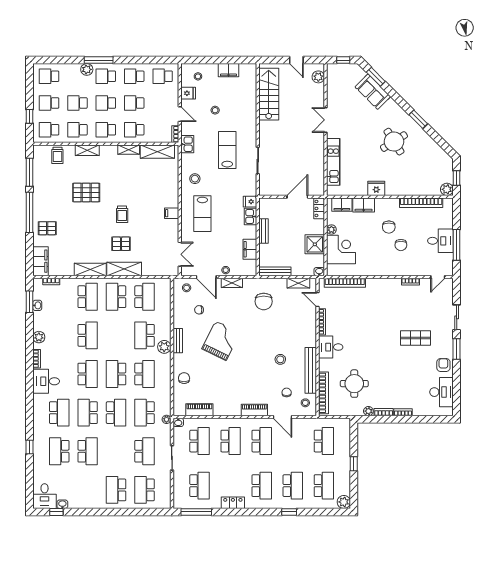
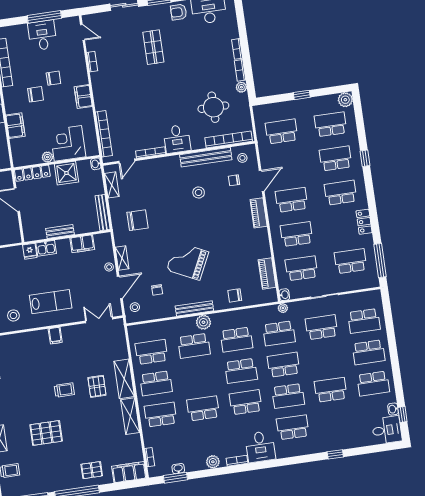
pallet: (86, 192) -> (46, 433), turned 90
filing cabinet: (342, 205) -> (83, 97), moved, turned 180
locker: (319, 208) -> (32, 173), width x1.53
pallet: (47, 228) -> (92, 470), turned 90
bench: (178, 341) -> (194, 308), width x1.36
school desk: (145, 374) -> (236, 340), turned 180
school desk: (59, 451) -> (373, 384), moved

